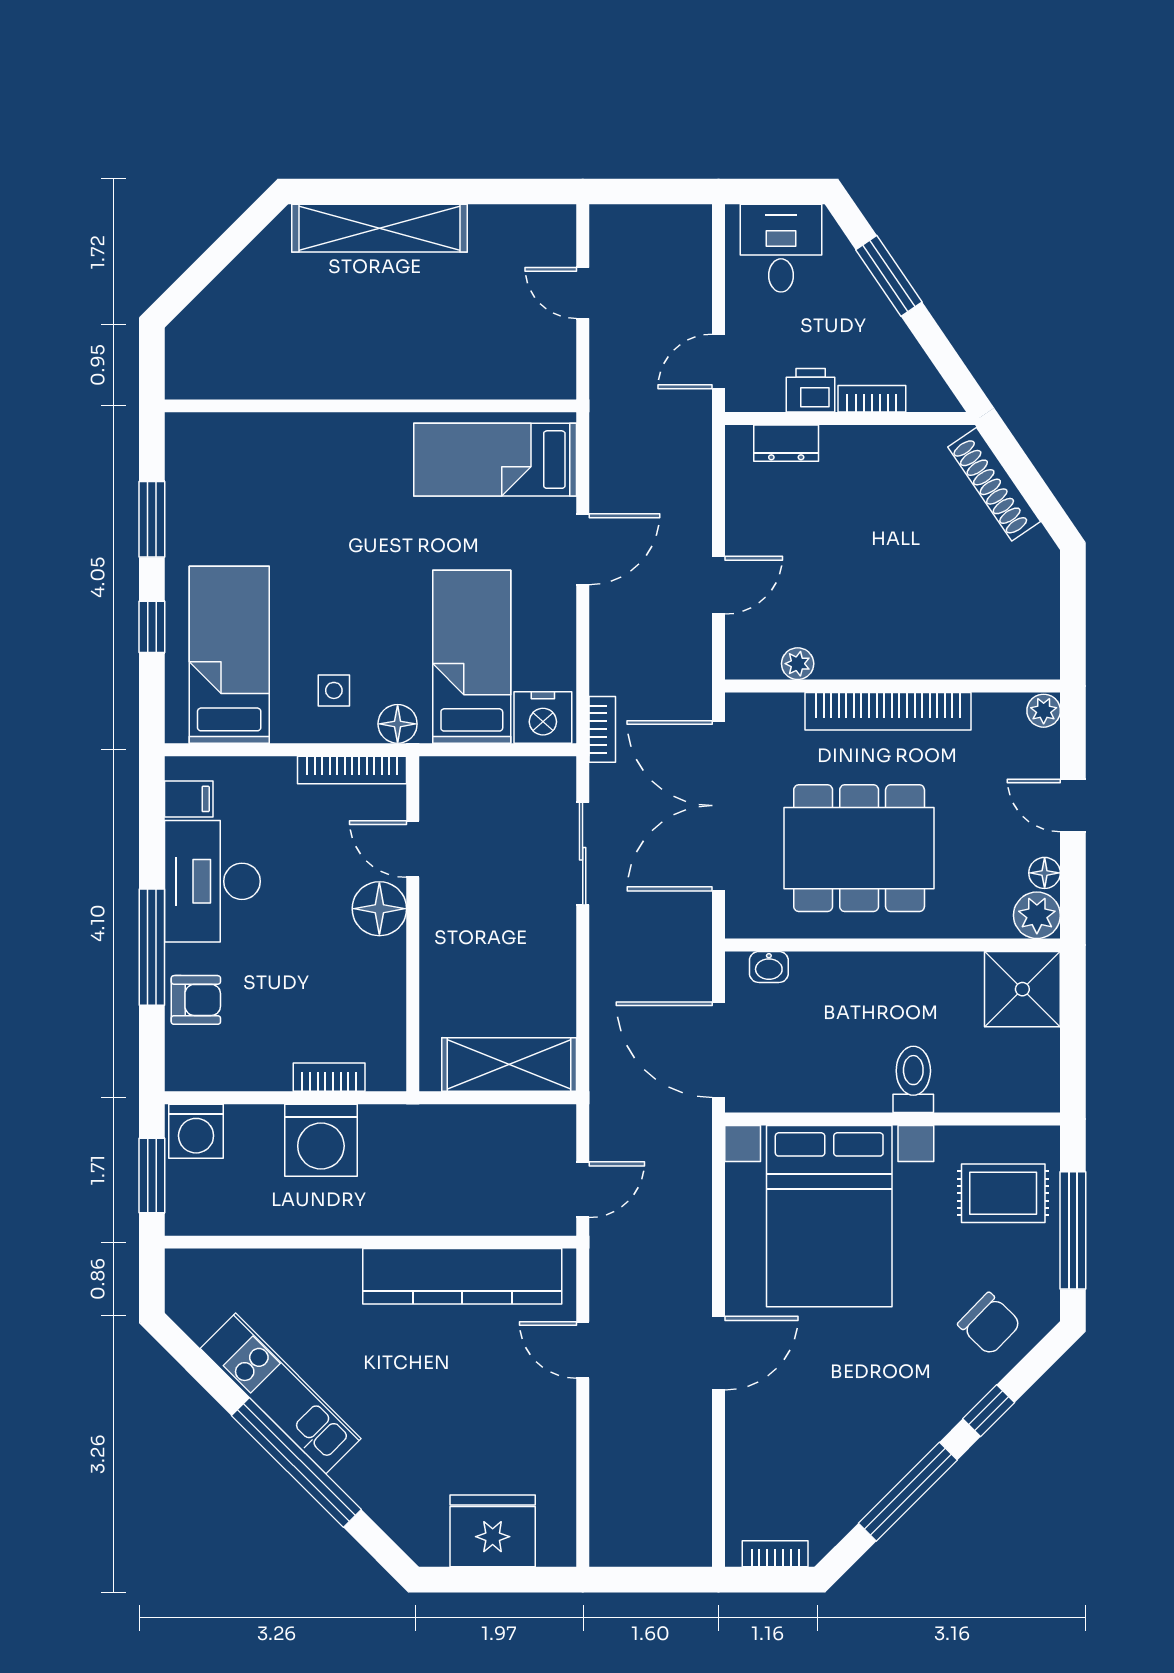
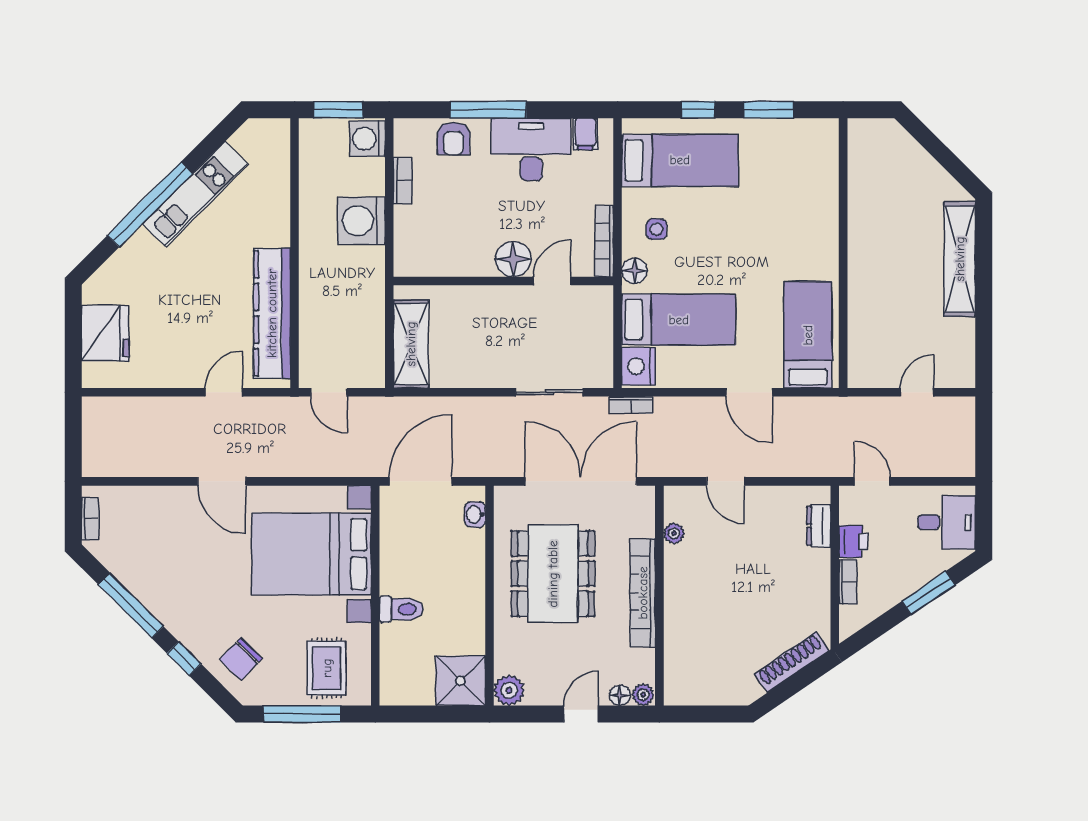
floor lamp: (1045, 873) -> (620, 695), moved
bookcase: (329, 1077) -> (403, 181), moved

